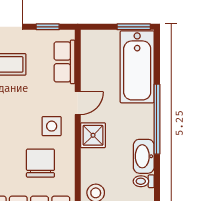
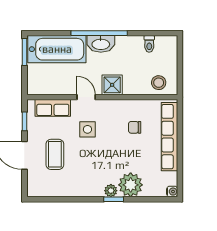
side table: (52, 126) -> (87, 129), moved
washbasin: (144, 156) -> (101, 44), moved
chair: (40, 163) -> (135, 127), width x0.54, depth x0.54

